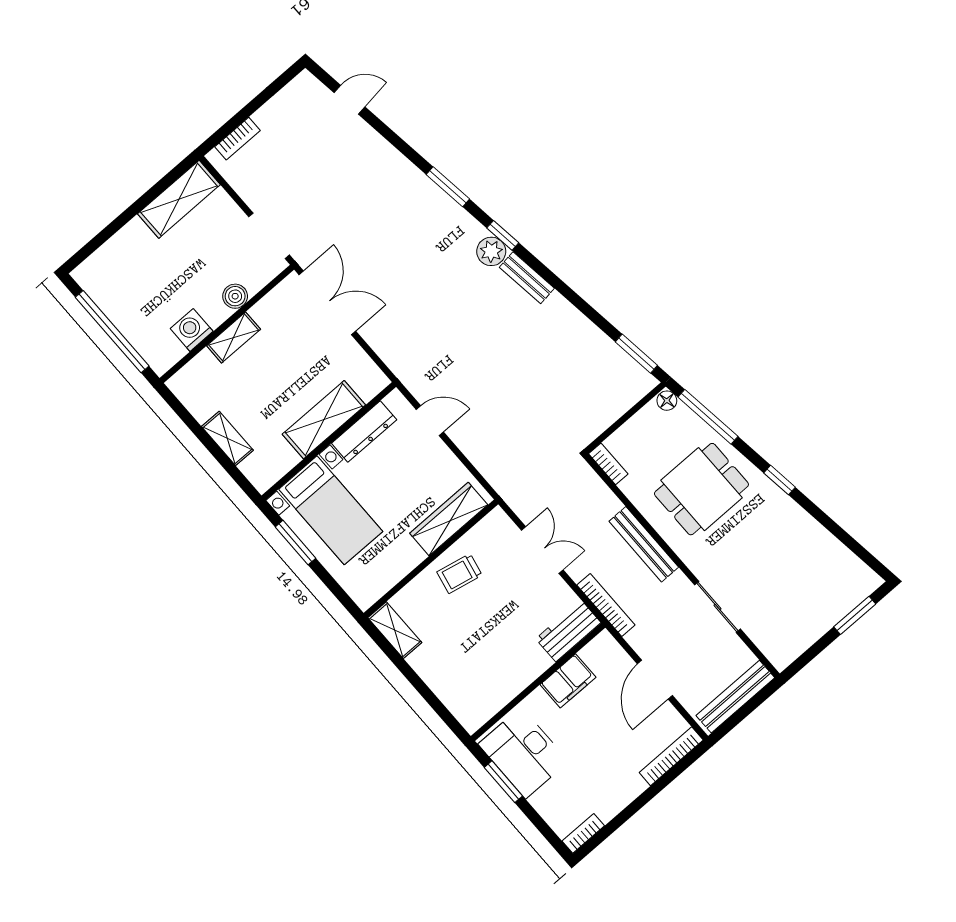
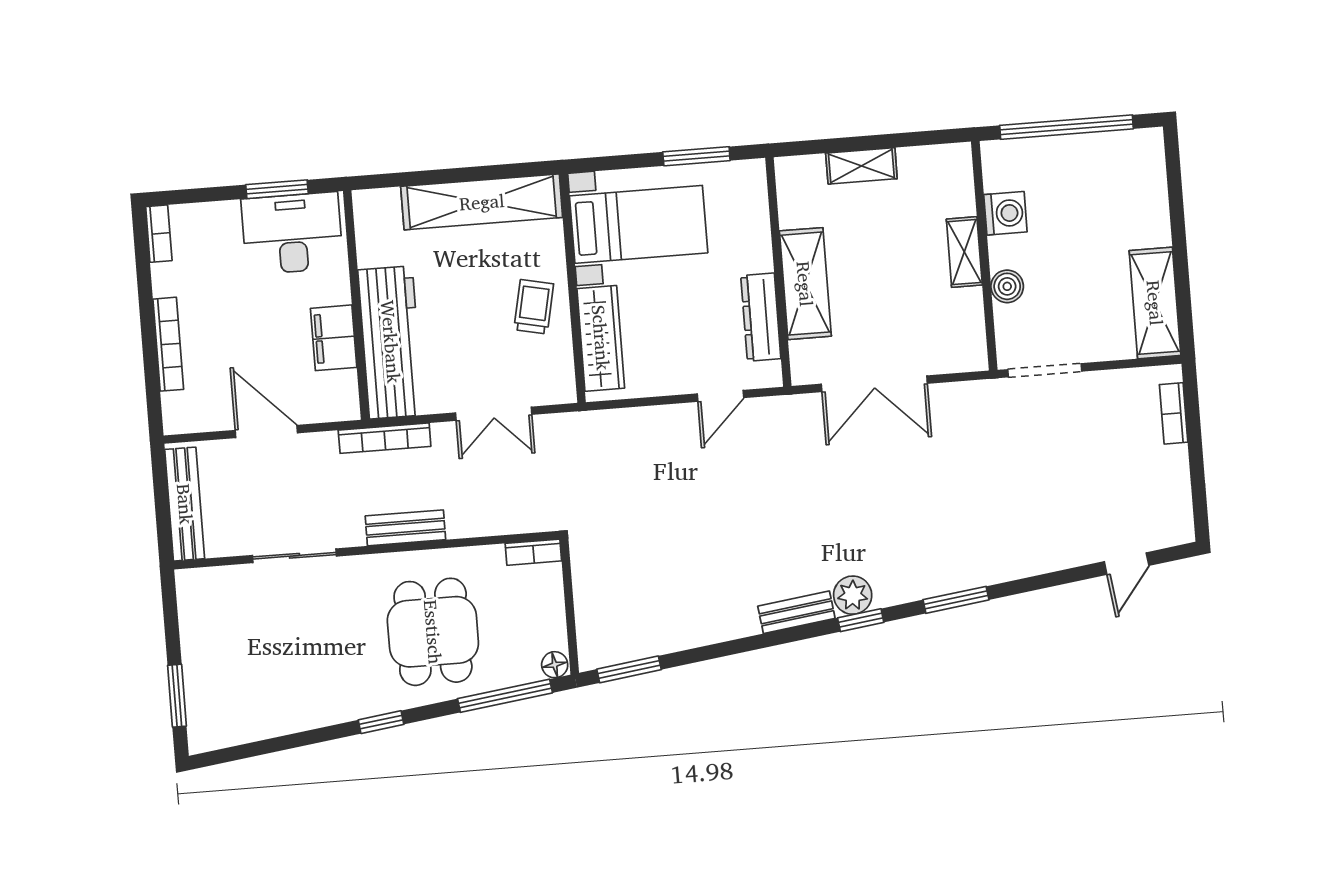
double door: (327, 303) -> (874, 384), moved
bed with nightstands: (331, 510) -> (639, 224), moved, turned 180
bench: (644, 544) -> (405, 528), width x0.73
shelving: (395, 630) -> (482, 202), width x2.20, depth x1.33
workbench: (568, 631) -> (391, 342), width x1.88, depth x1.32
bookcase: (671, 756) -> (168, 344), moved

